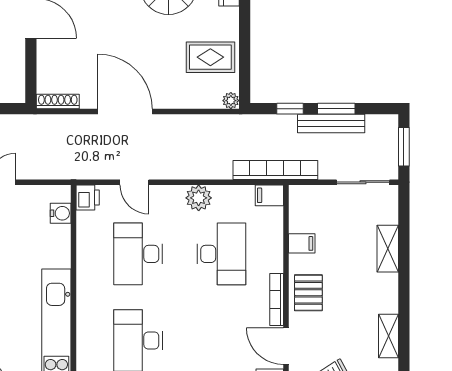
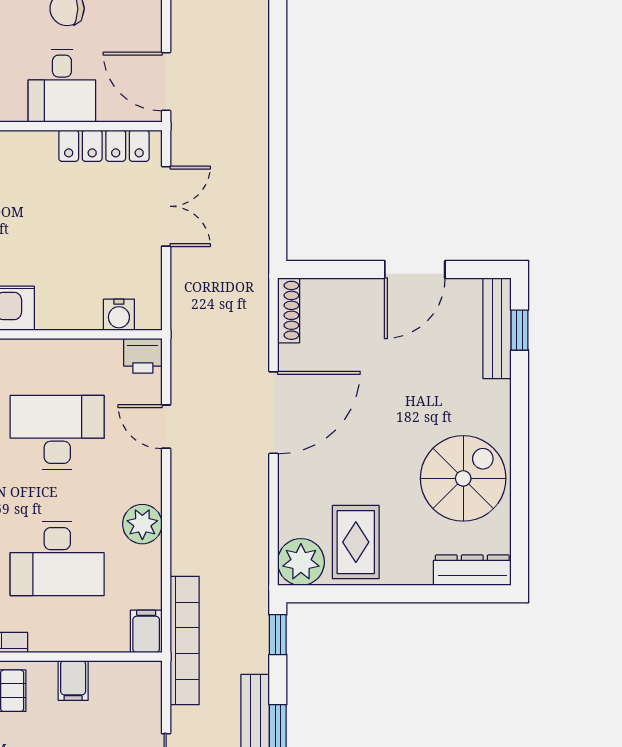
plant: (231, 101) -> (301, 562), width x1.88, depth x1.88
window: (290, 109) -> (278, 635), moved
door: (134, 182) -> (166, 427), hinge flipped

